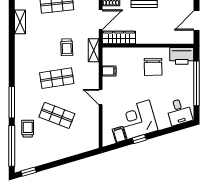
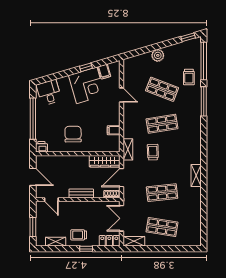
door: (197, 21) -> (33, 177), hinge flipped
printer: (182, 56) -> (41, 147), width x0.53, depth x0.68
door: (101, 97) -> (121, 95), moved
plant: (61, 152) -> (158, 55), added

